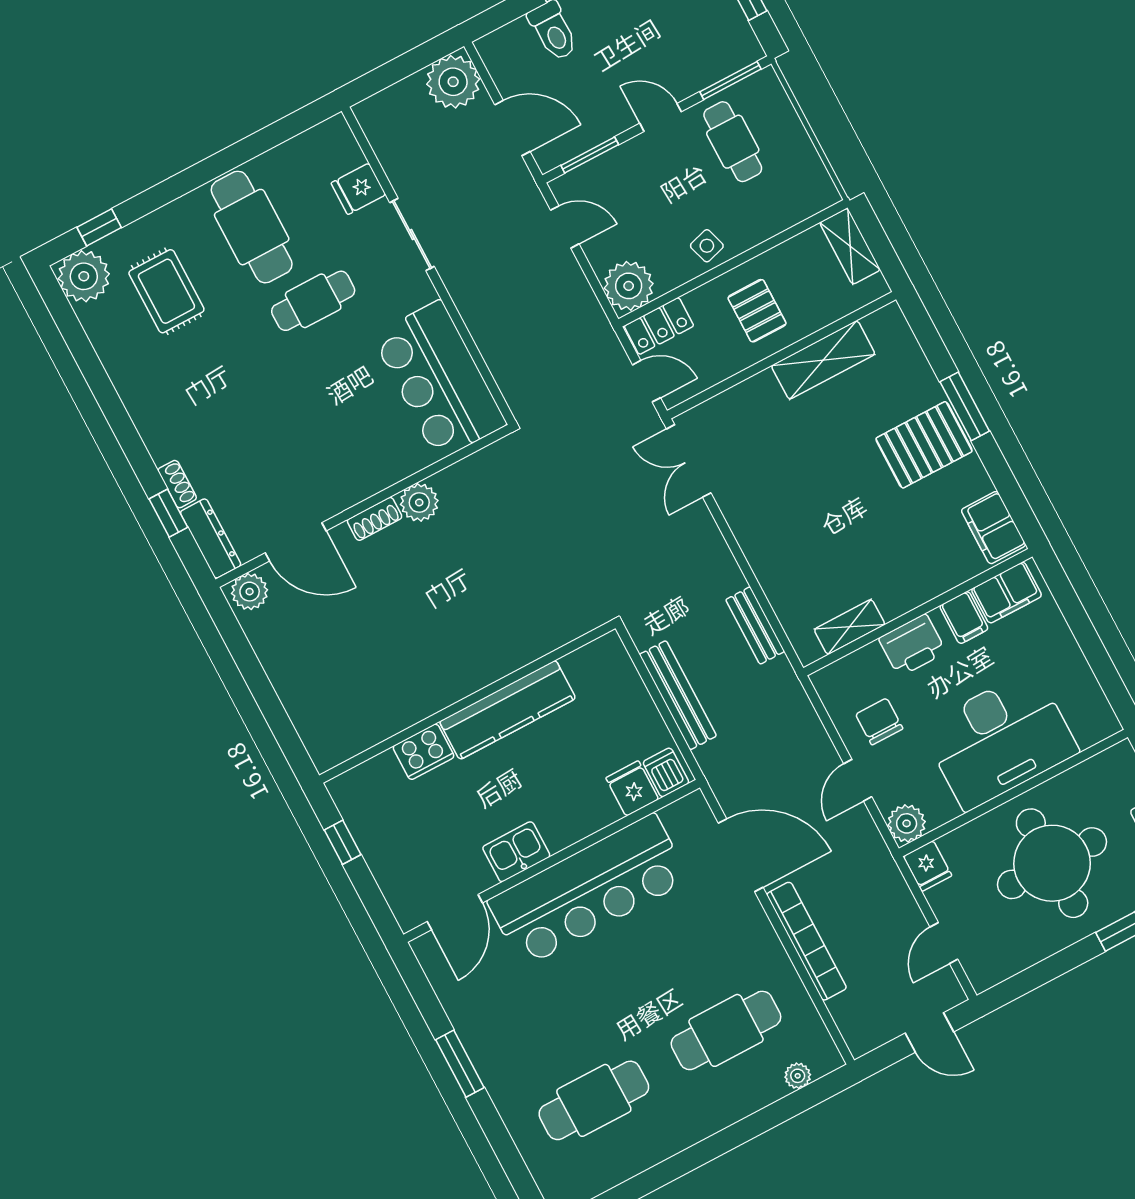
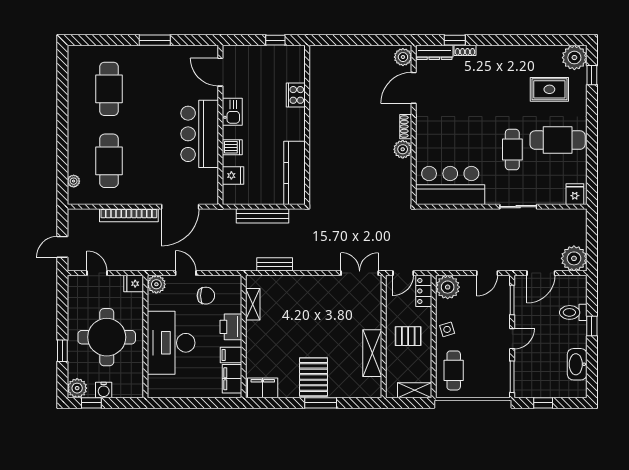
cafe table: (733, 142) -> (454, 370), moved, turned 90
fridge: (358, 189) -> (575, 194), moved
kitchen counter: (508, 710) -> (294, 173), moved
dishwasher: (666, 772) -> (232, 147), moved
bar counter: (588, 890) -> (200, 134), width x0.73

